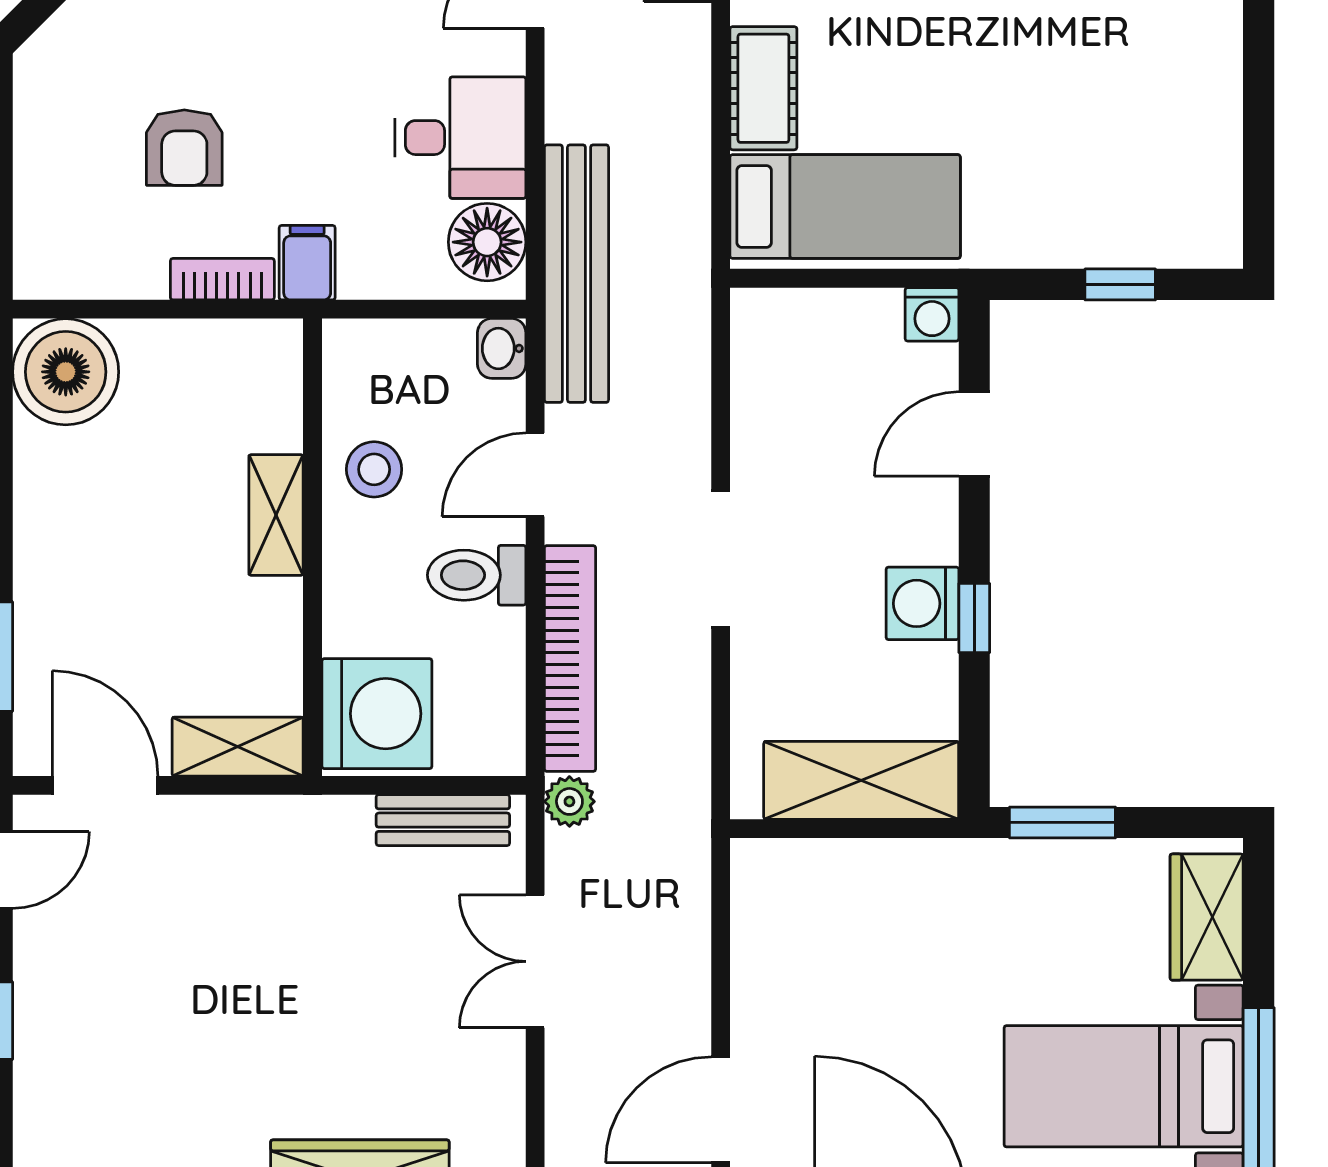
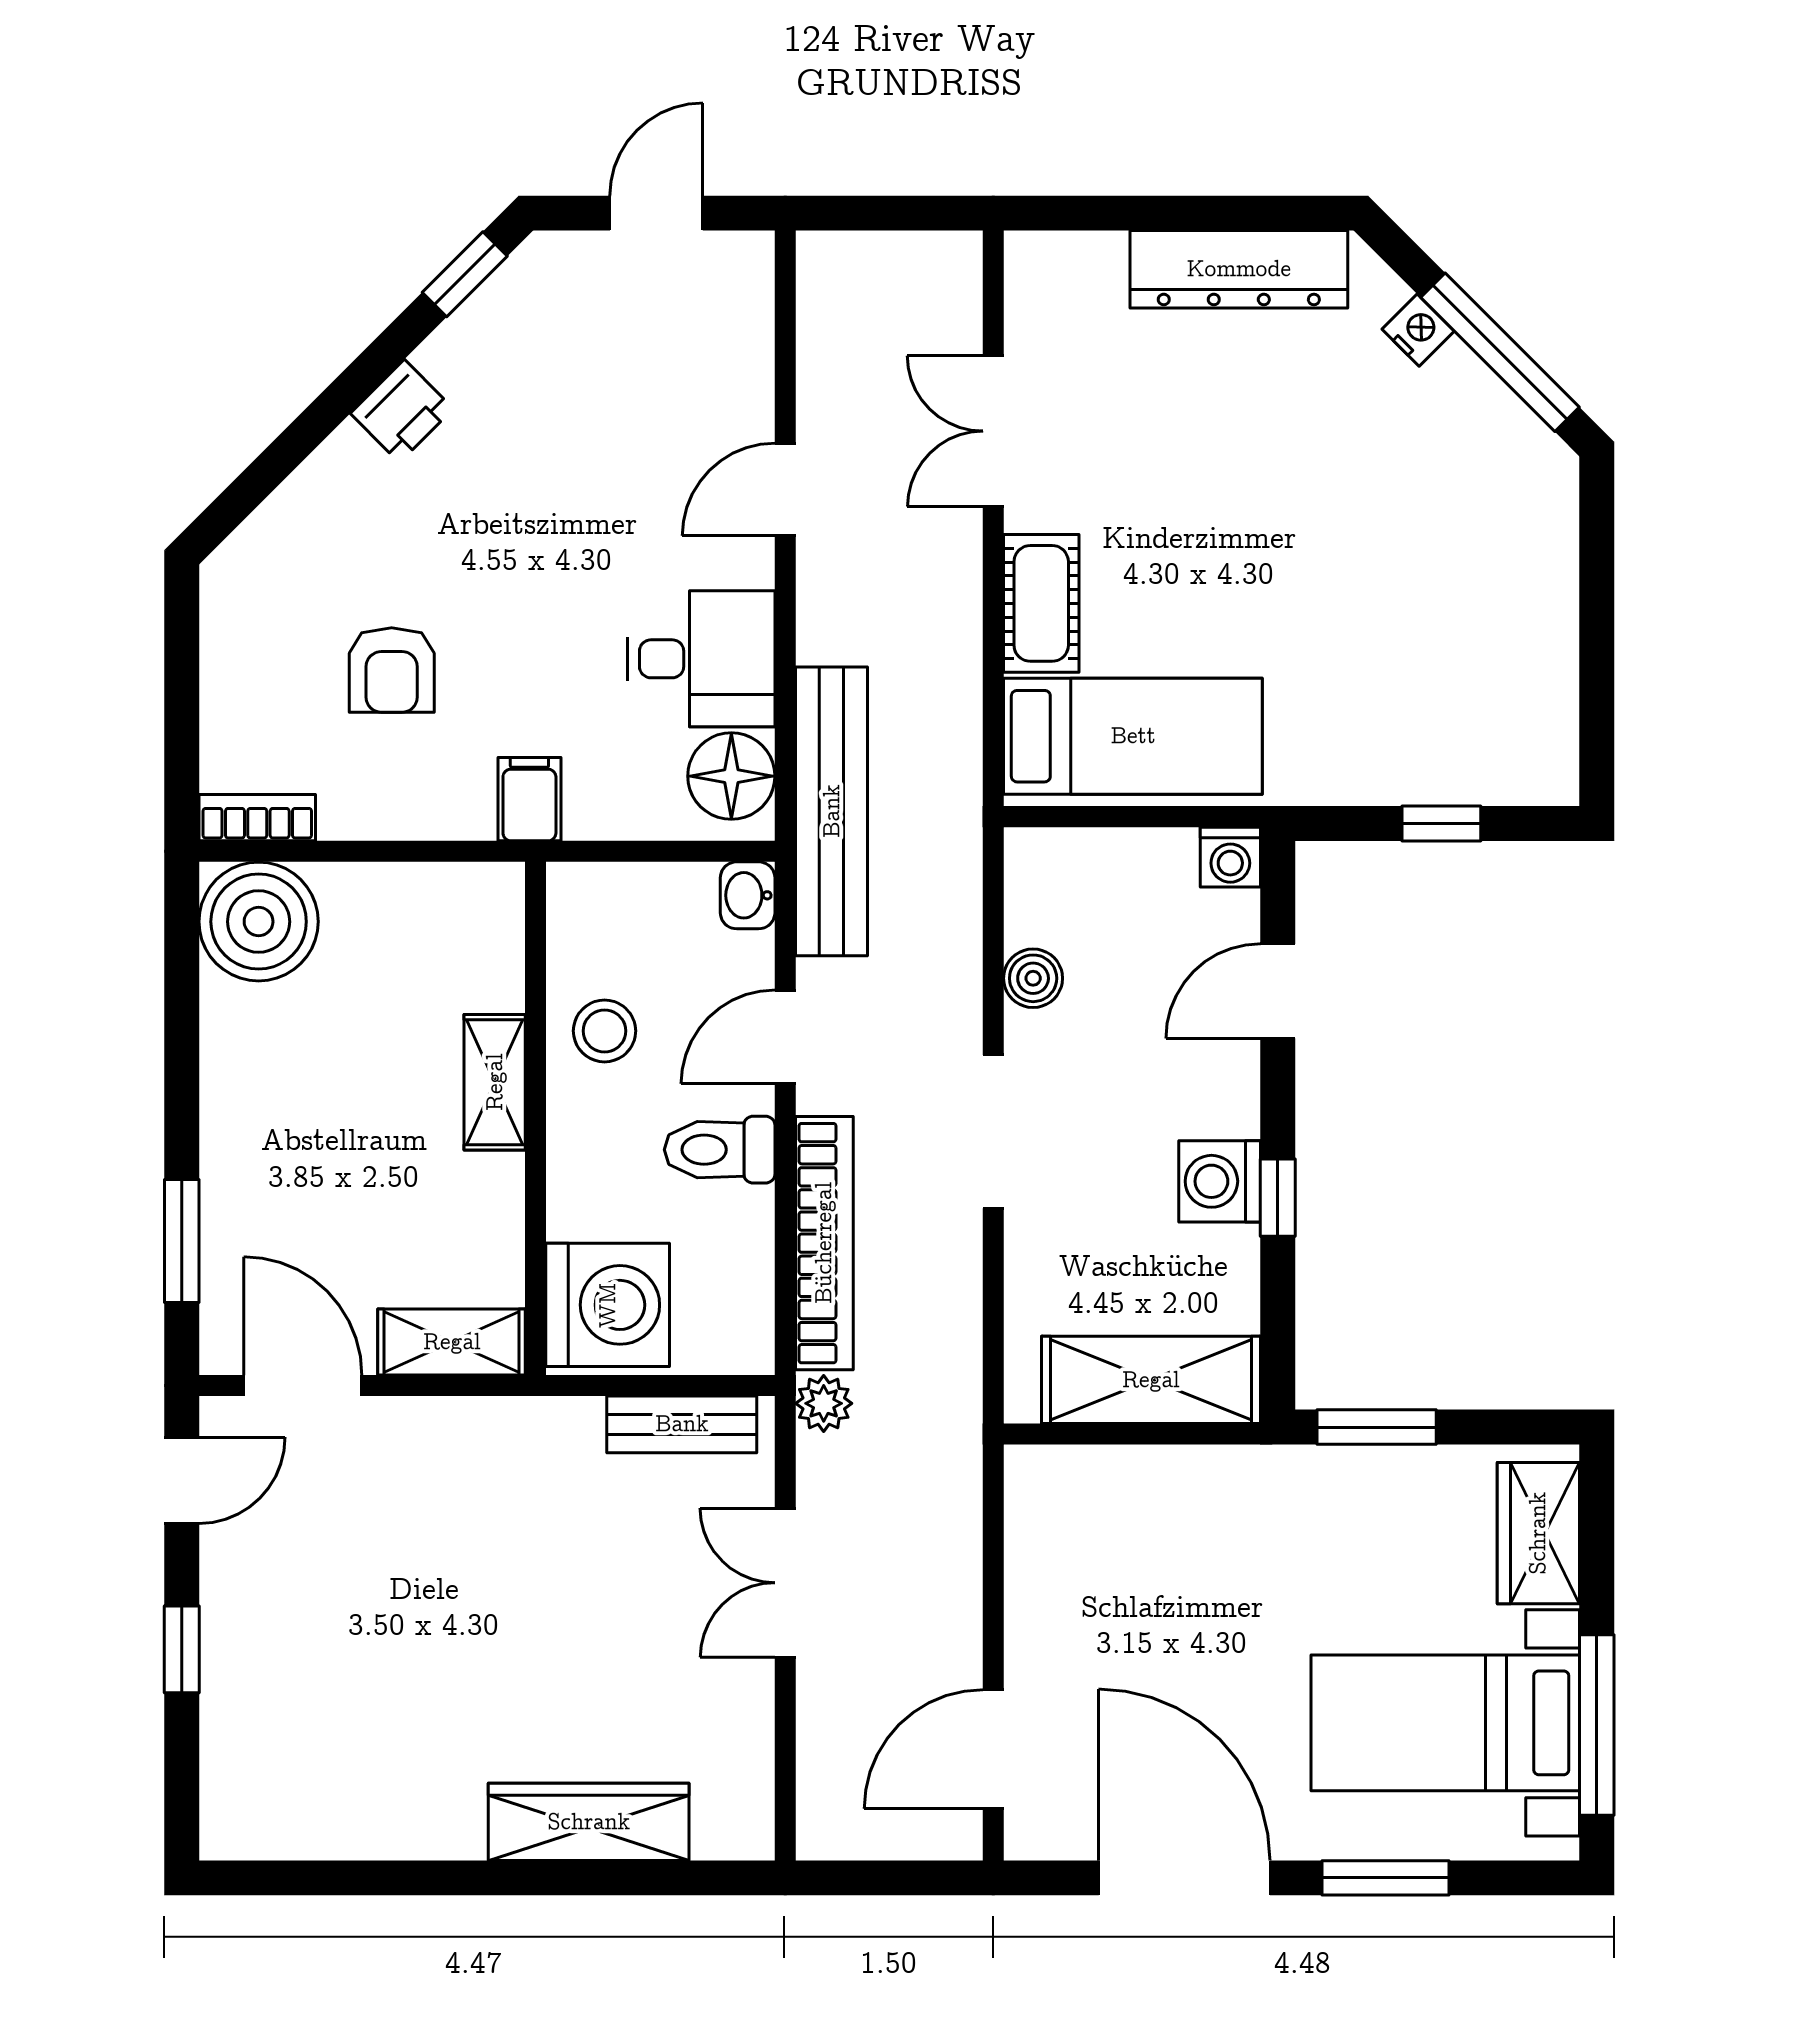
bookcase: (222, 279) -> (257, 818), moved
boiler: (756, 422) -> (1033, 978), added

